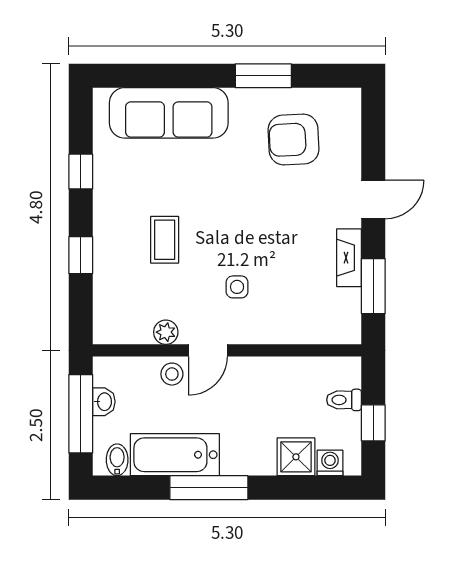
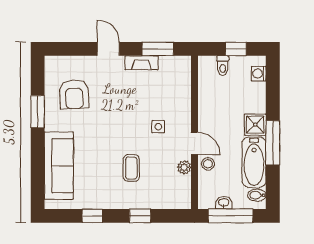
coffee table: (165, 240) -> (131, 168), turned 90
shower: (296, 457) -> (255, 125), moved

